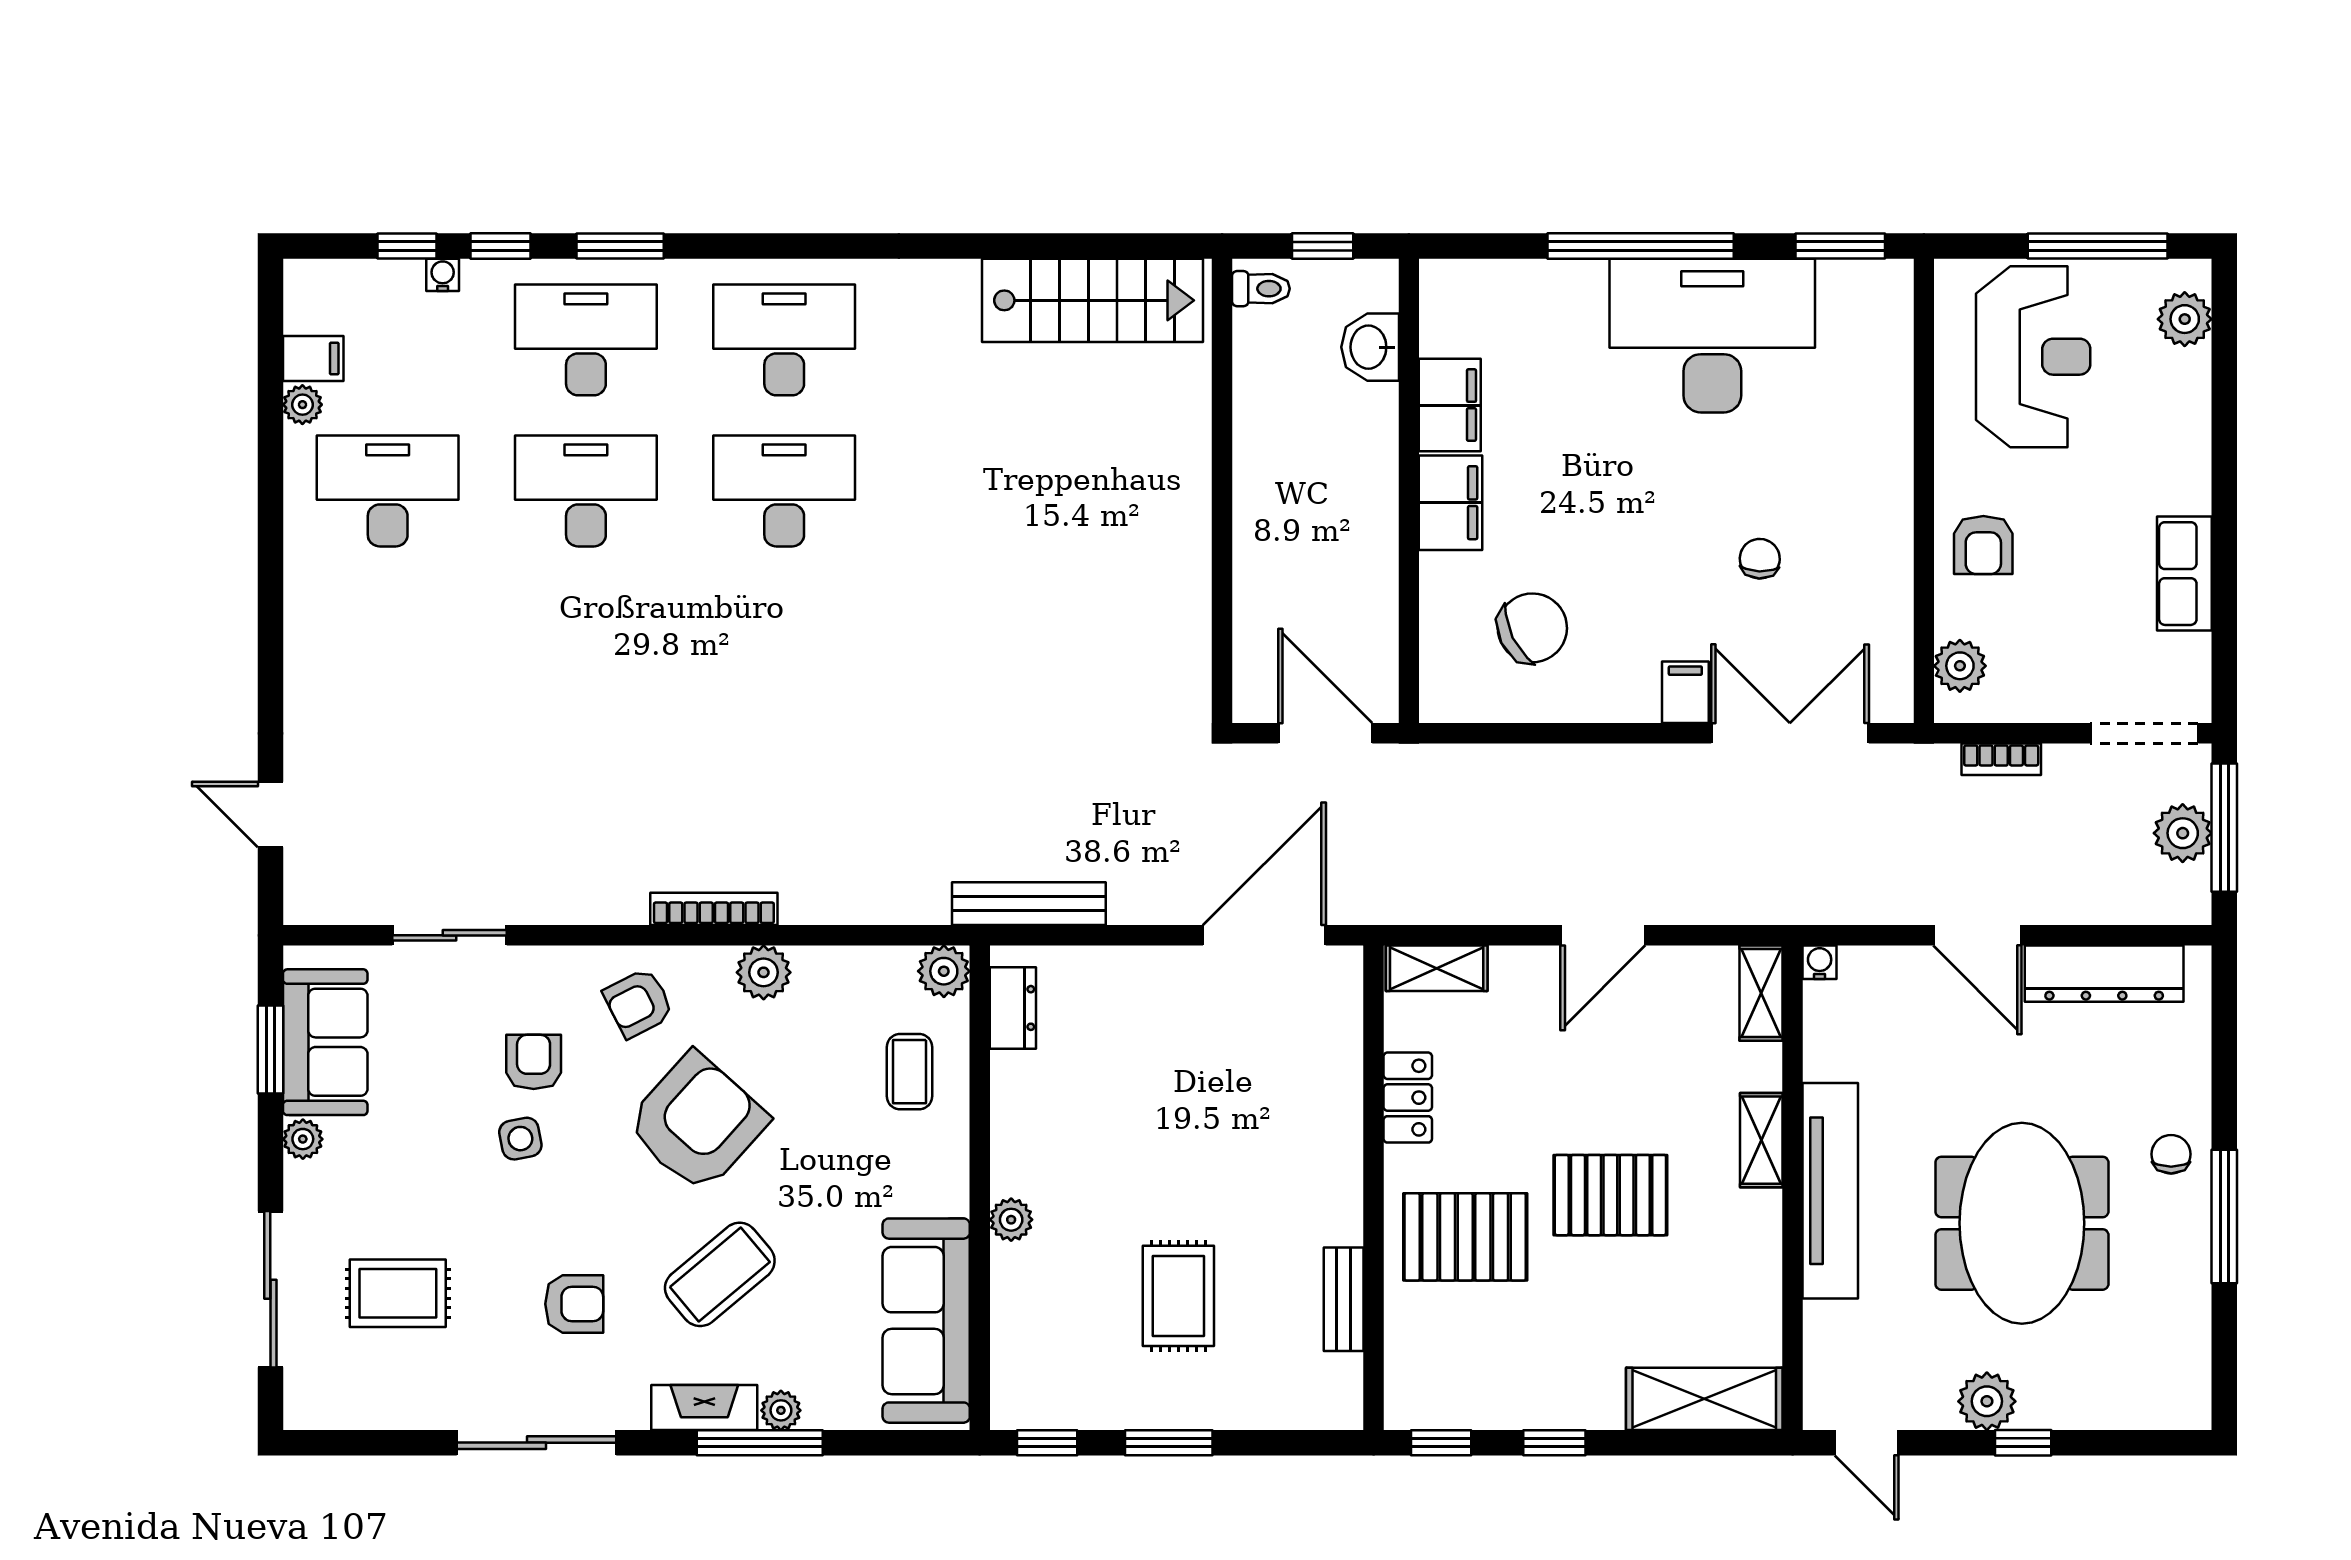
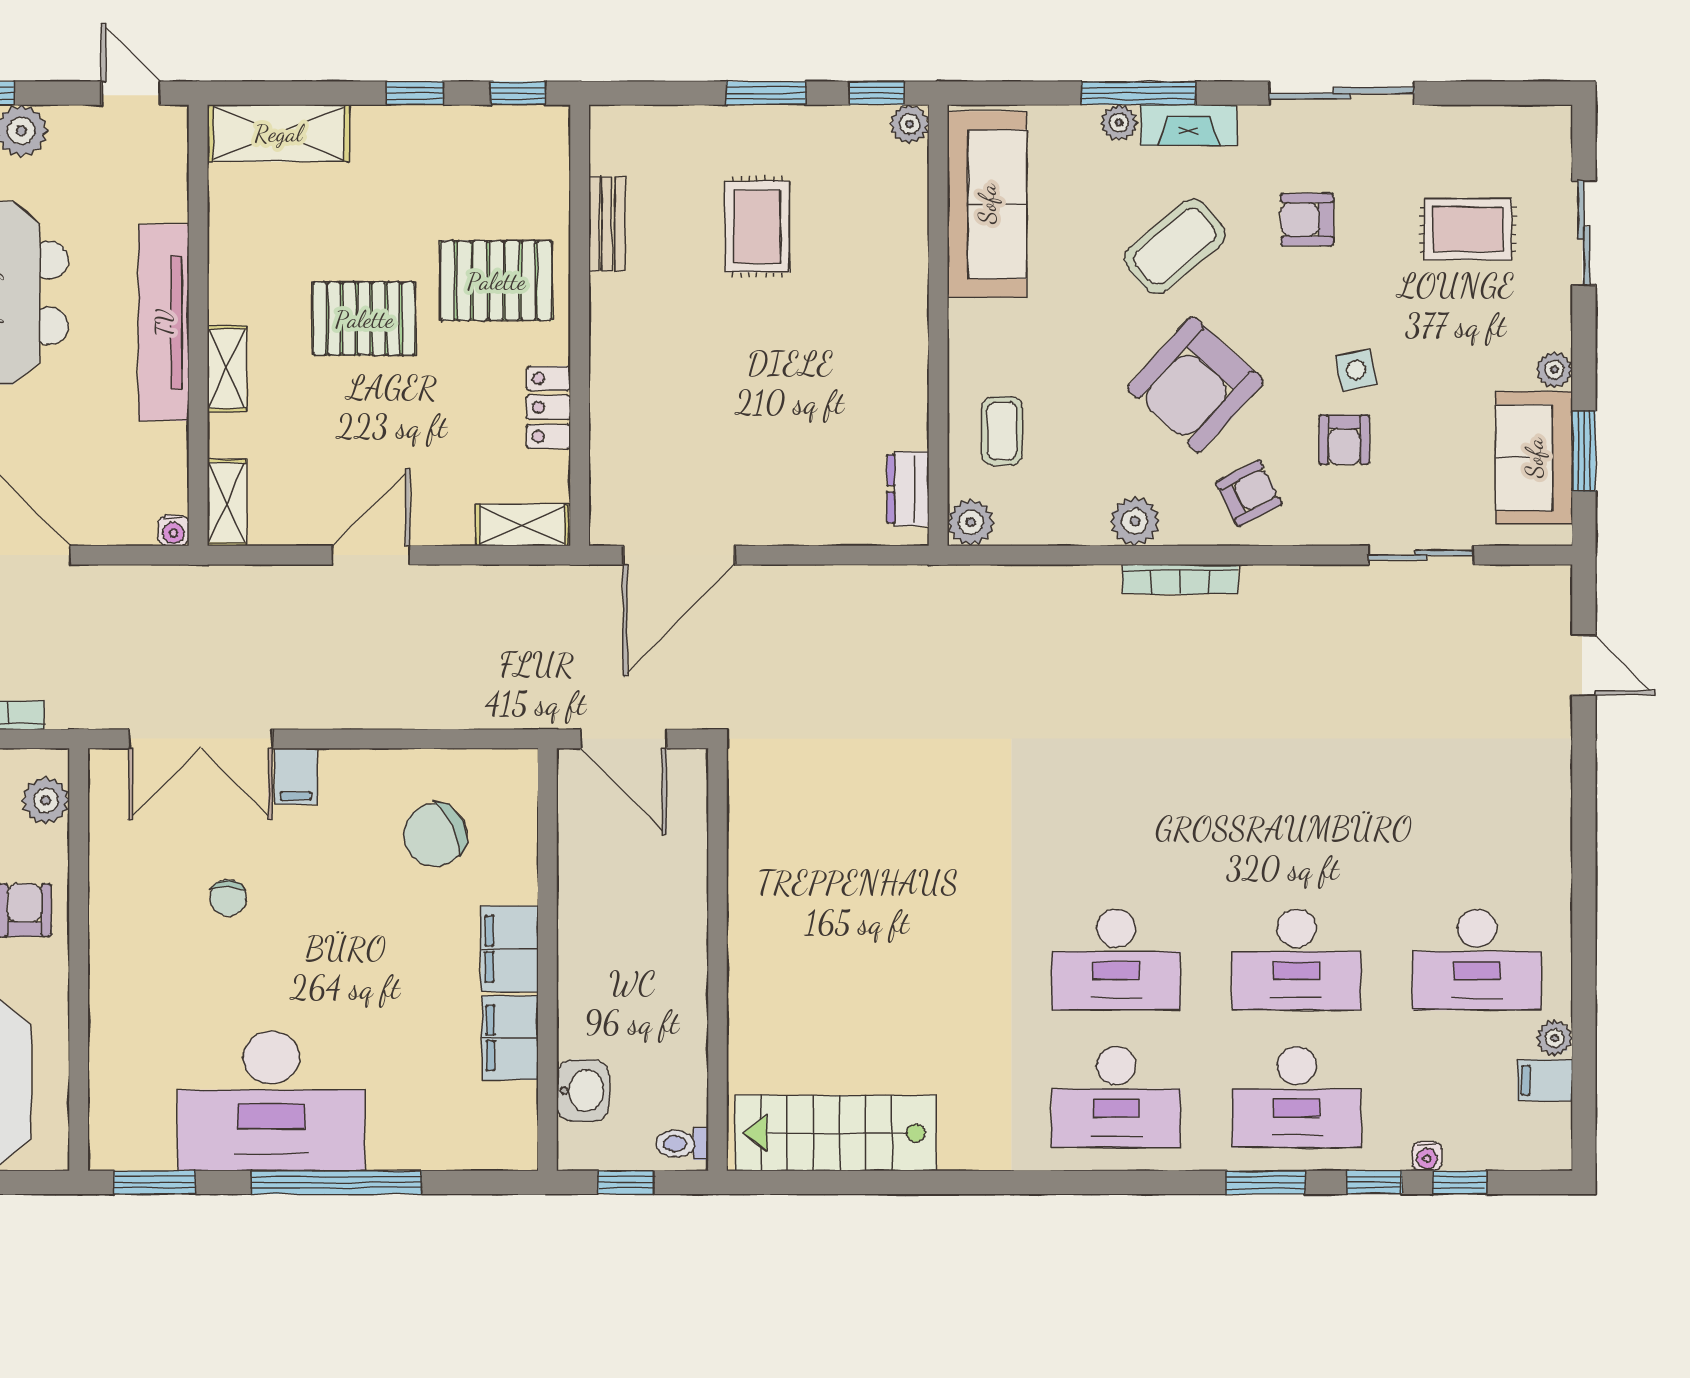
bench: (1029, 904) -> (893, 584), removed
plant: (1011, 1220) -> (910, 124), moved
sliding door: (270, 1289) -> (1584, 233), width x0.73

